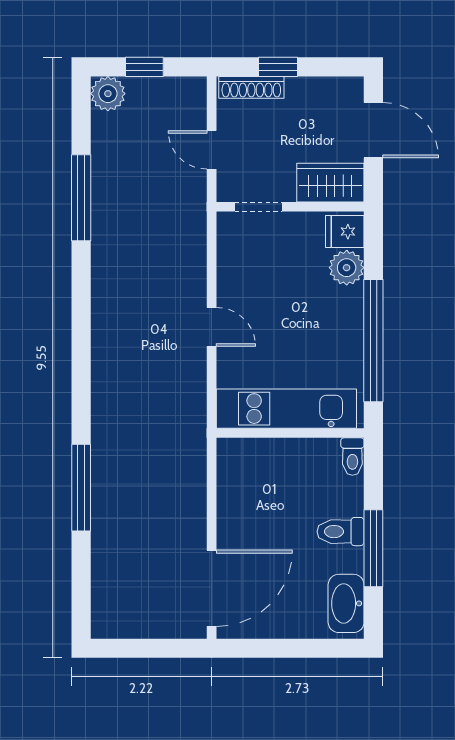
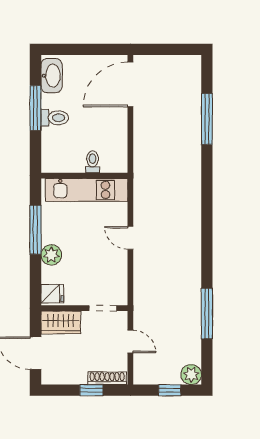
plant: (347, 268) -> (51, 255), moved
window: (373, 341) -> (35, 230), width x0.68
toilet: (352, 457) -> (93, 162), moved
window: (81, 488) -> (207, 119), moved

